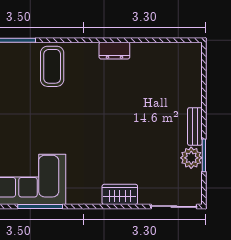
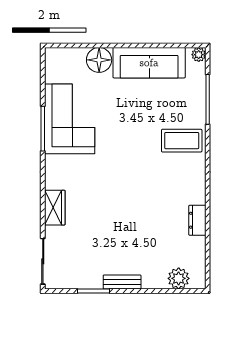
dresser: (114, 51) -> (197, 220), moved
plant: (191, 158) -> (179, 278), moved

